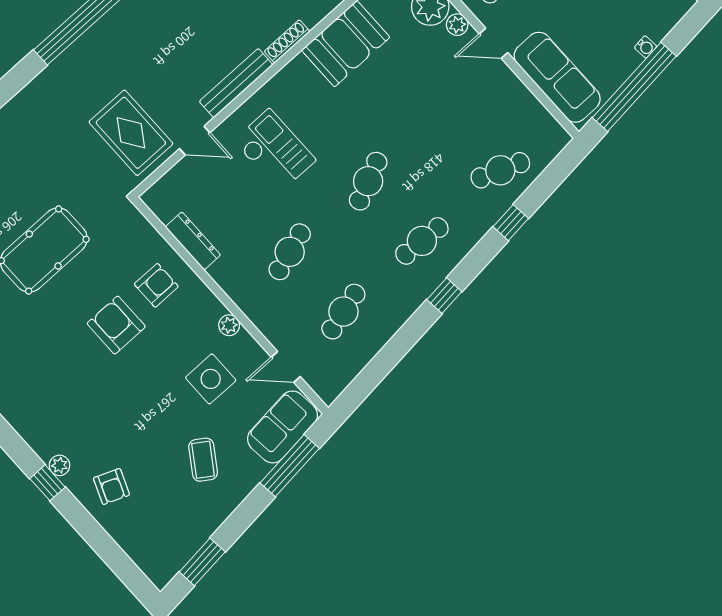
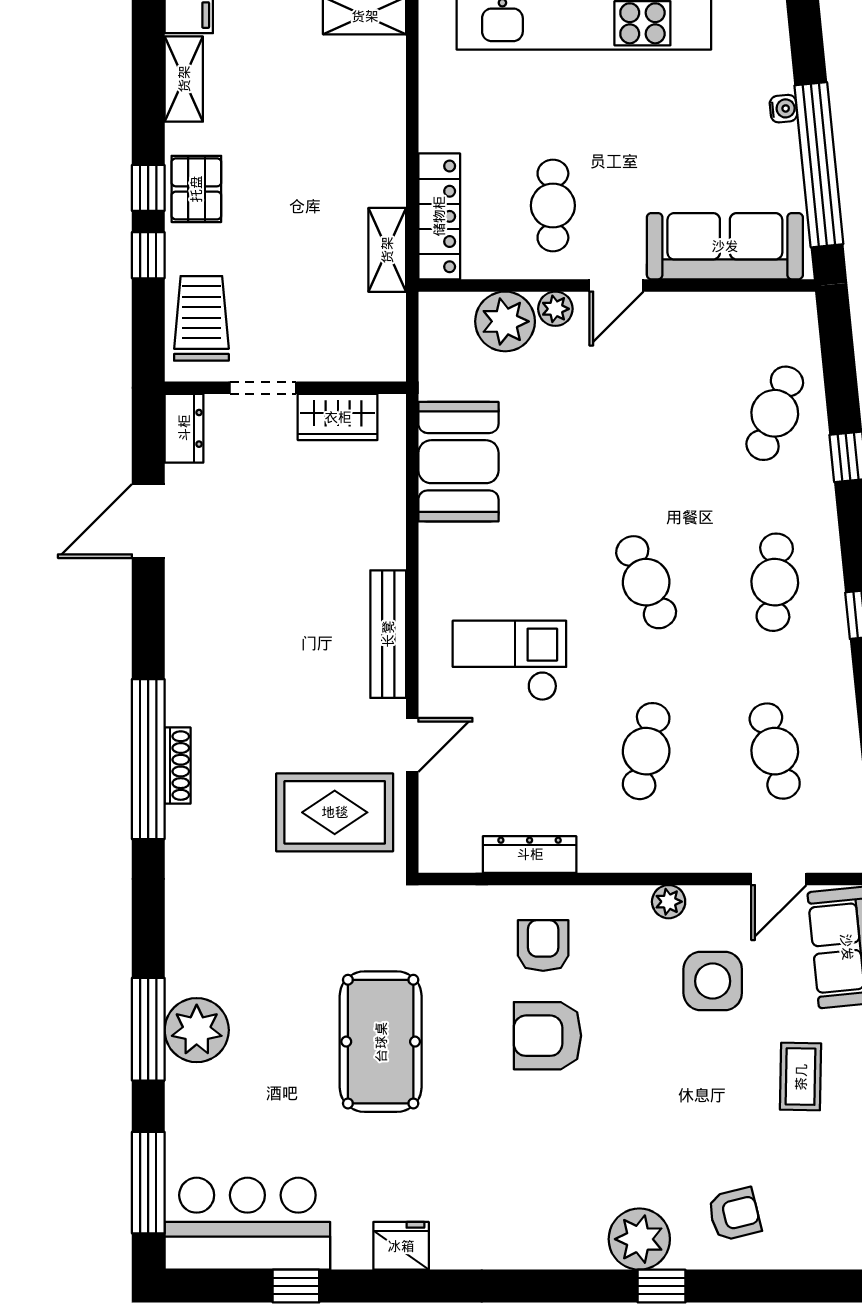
shoe rack: (287, 41) -> (178, 766), moved, turned 180
cafe table: (290, 252) -> (646, 751), turned 30
coffee table: (203, 460) -> (801, 1077), turned 57
plant: (59, 465) -> (639, 1239), width x1.87, depth x1.87
armchair: (111, 487) -> (734, 1214), turned -36

